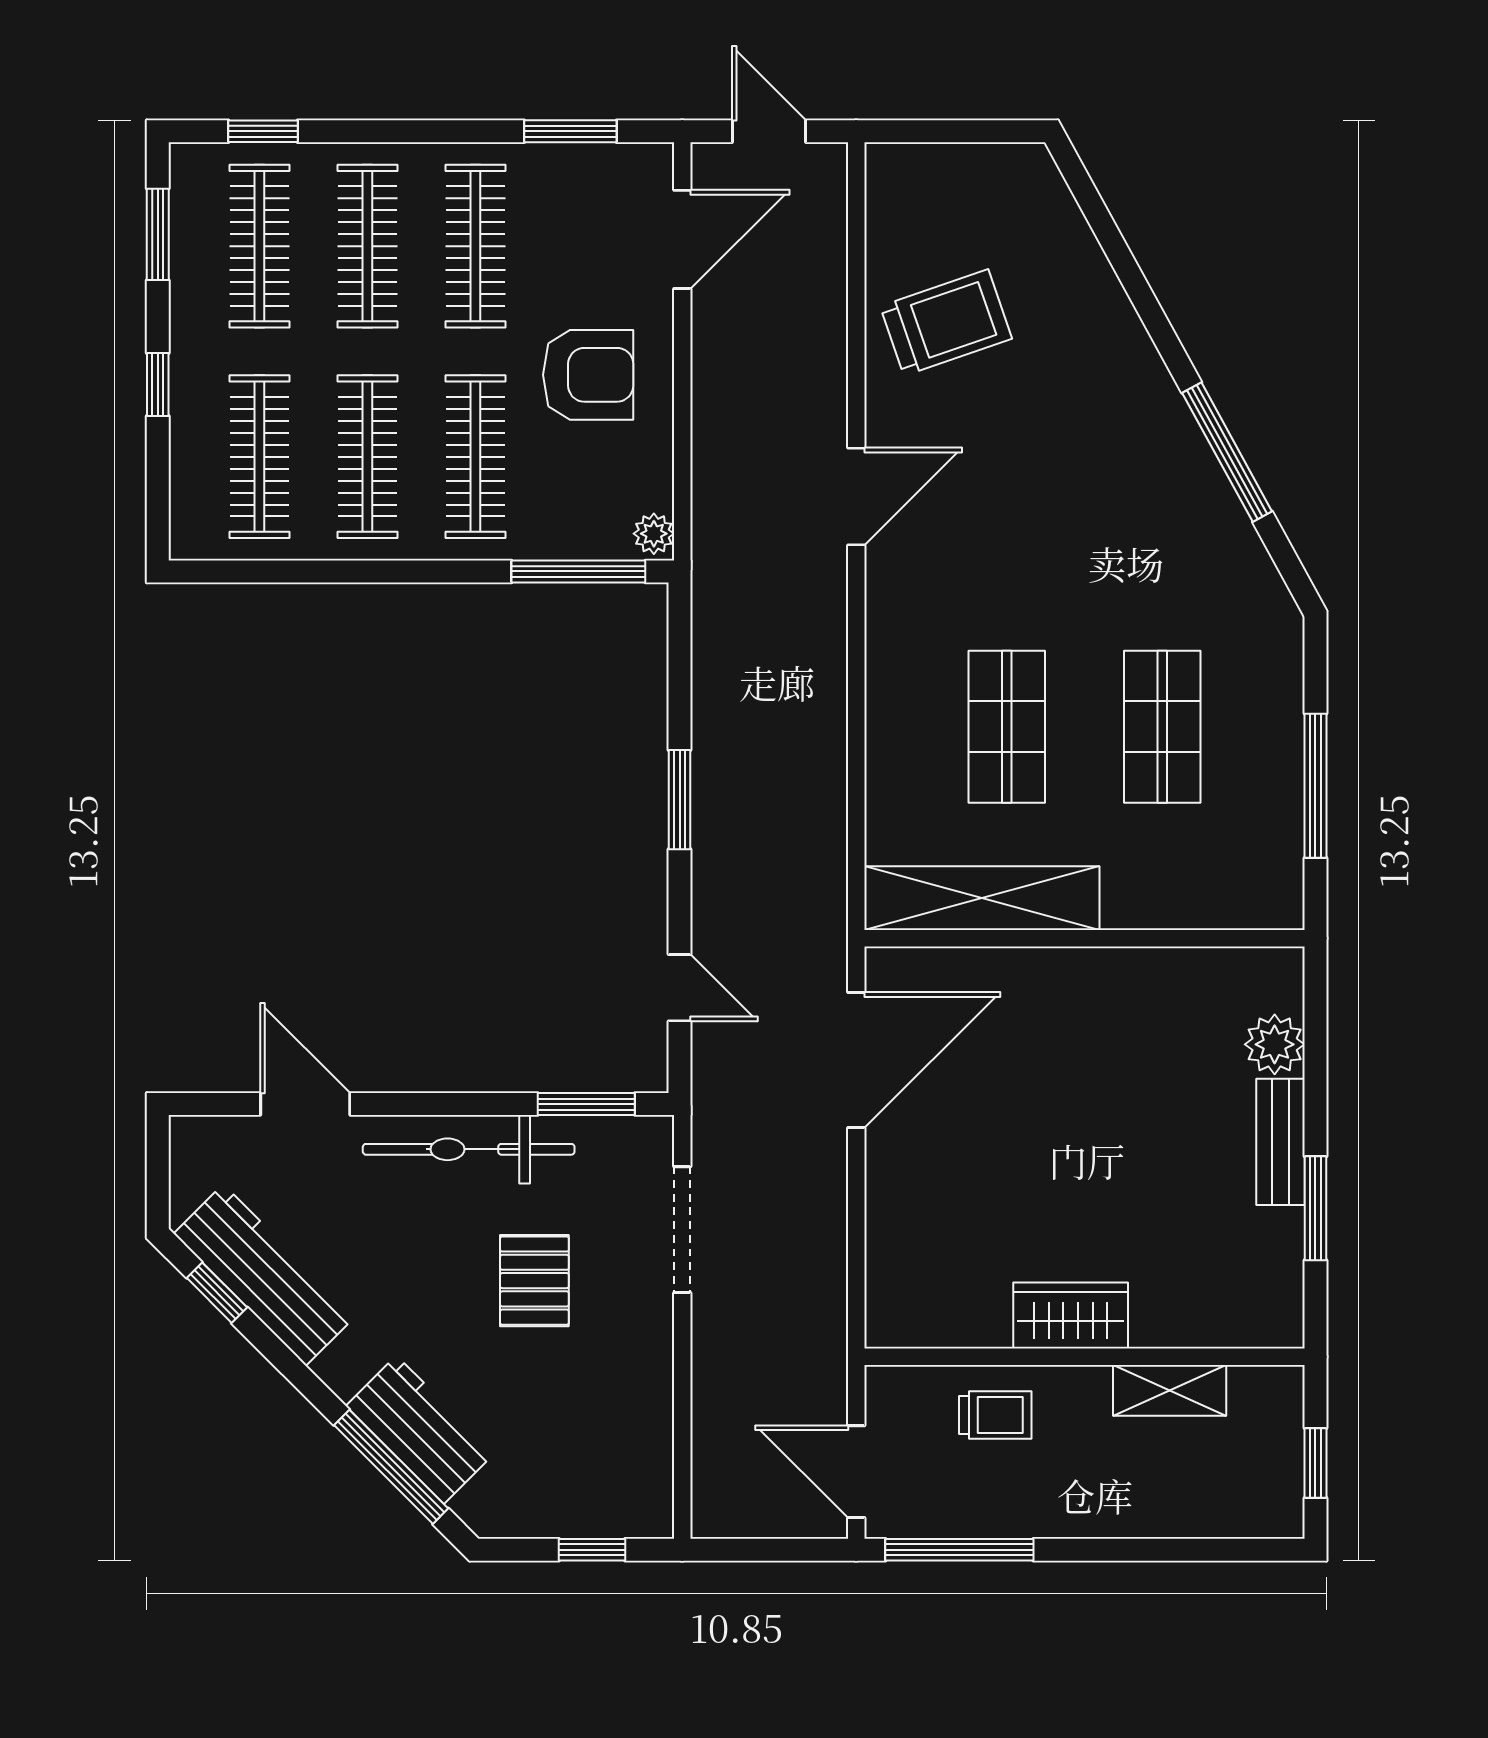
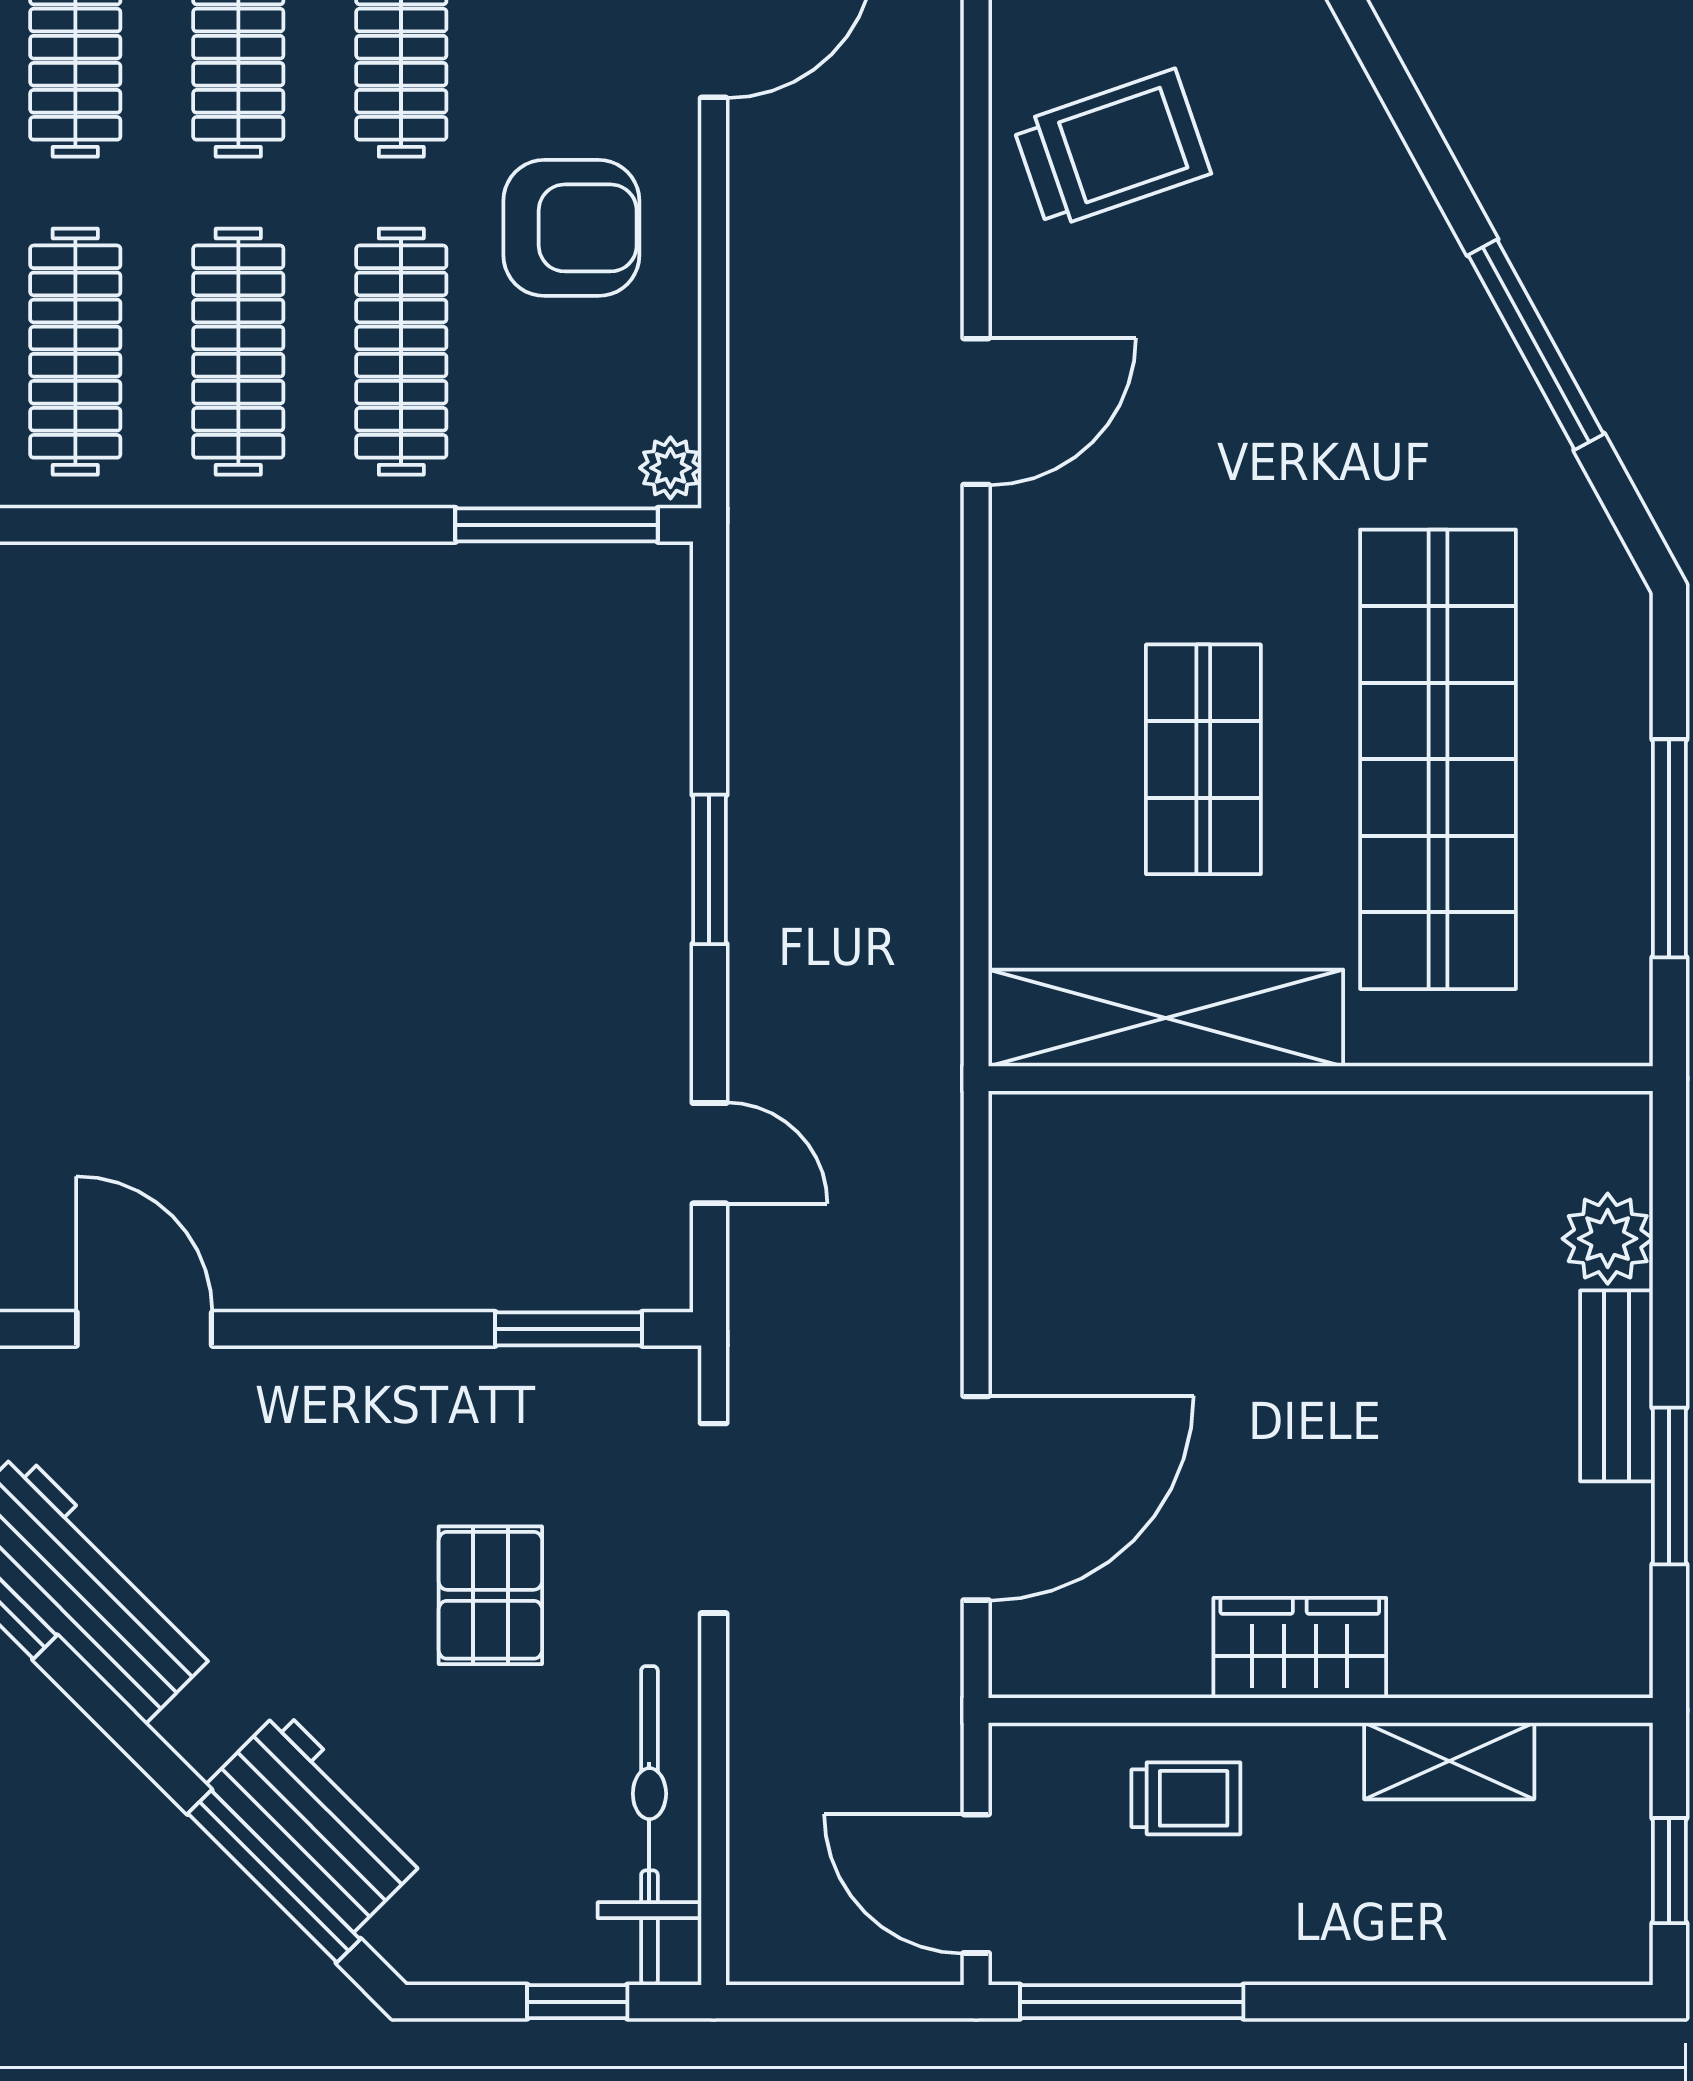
shop shelf: (1162, 727) -> (1438, 759), width x2.00, depth x1.36
door: (856, 1060) -> (976, 1498), moved
bicycle: (469, 1149) -> (649, 1826), moved, turned 90

